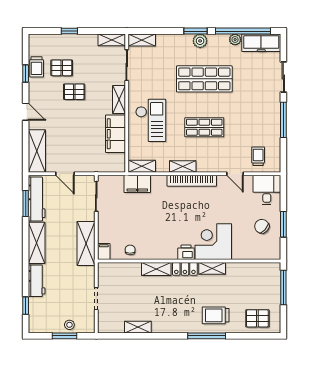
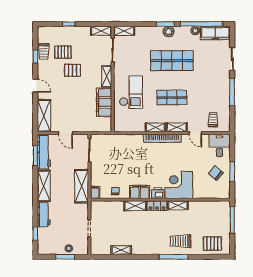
shelving: (142, 166) -> (177, 127), moved
filing cabinet: (137, 184) -> (140, 192), moved, turned 180

